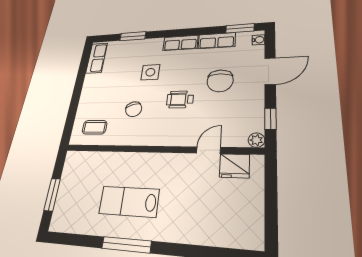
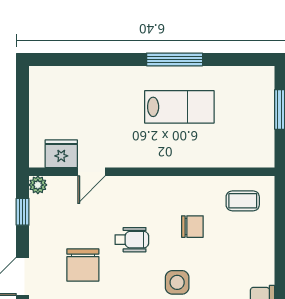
chair: (220, 81) -> (83, 265), turned 180
chair: (134, 109) -> (192, 227), turned 107

